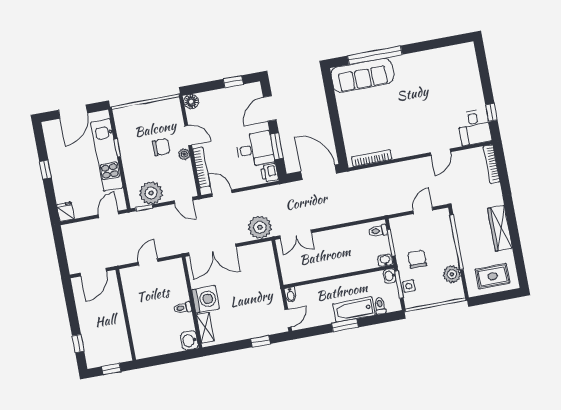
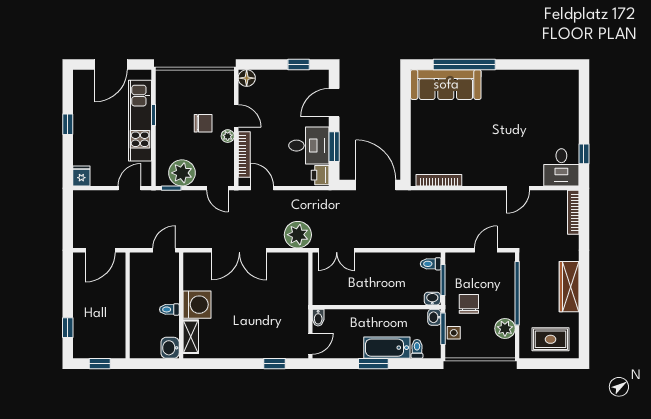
washing machine: (205, 299) -> (197, 305), moved
wall: (192, 302) -> (181, 305), moved
toilet: (183, 308) -> (169, 309), moved
shelving: (205, 328) -> (191, 337), moved
washbasin: (189, 340) -> (170, 348), moved

